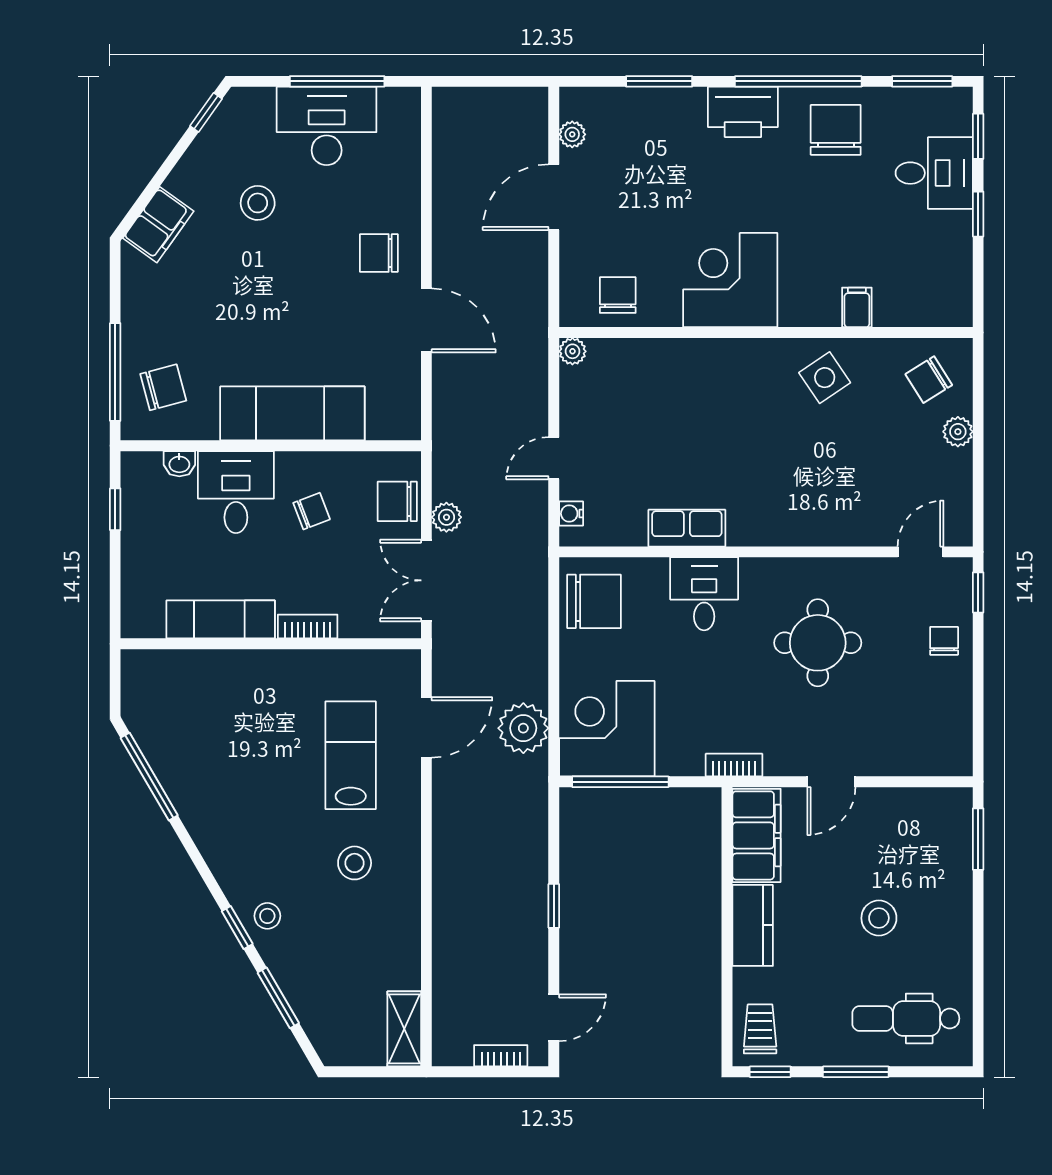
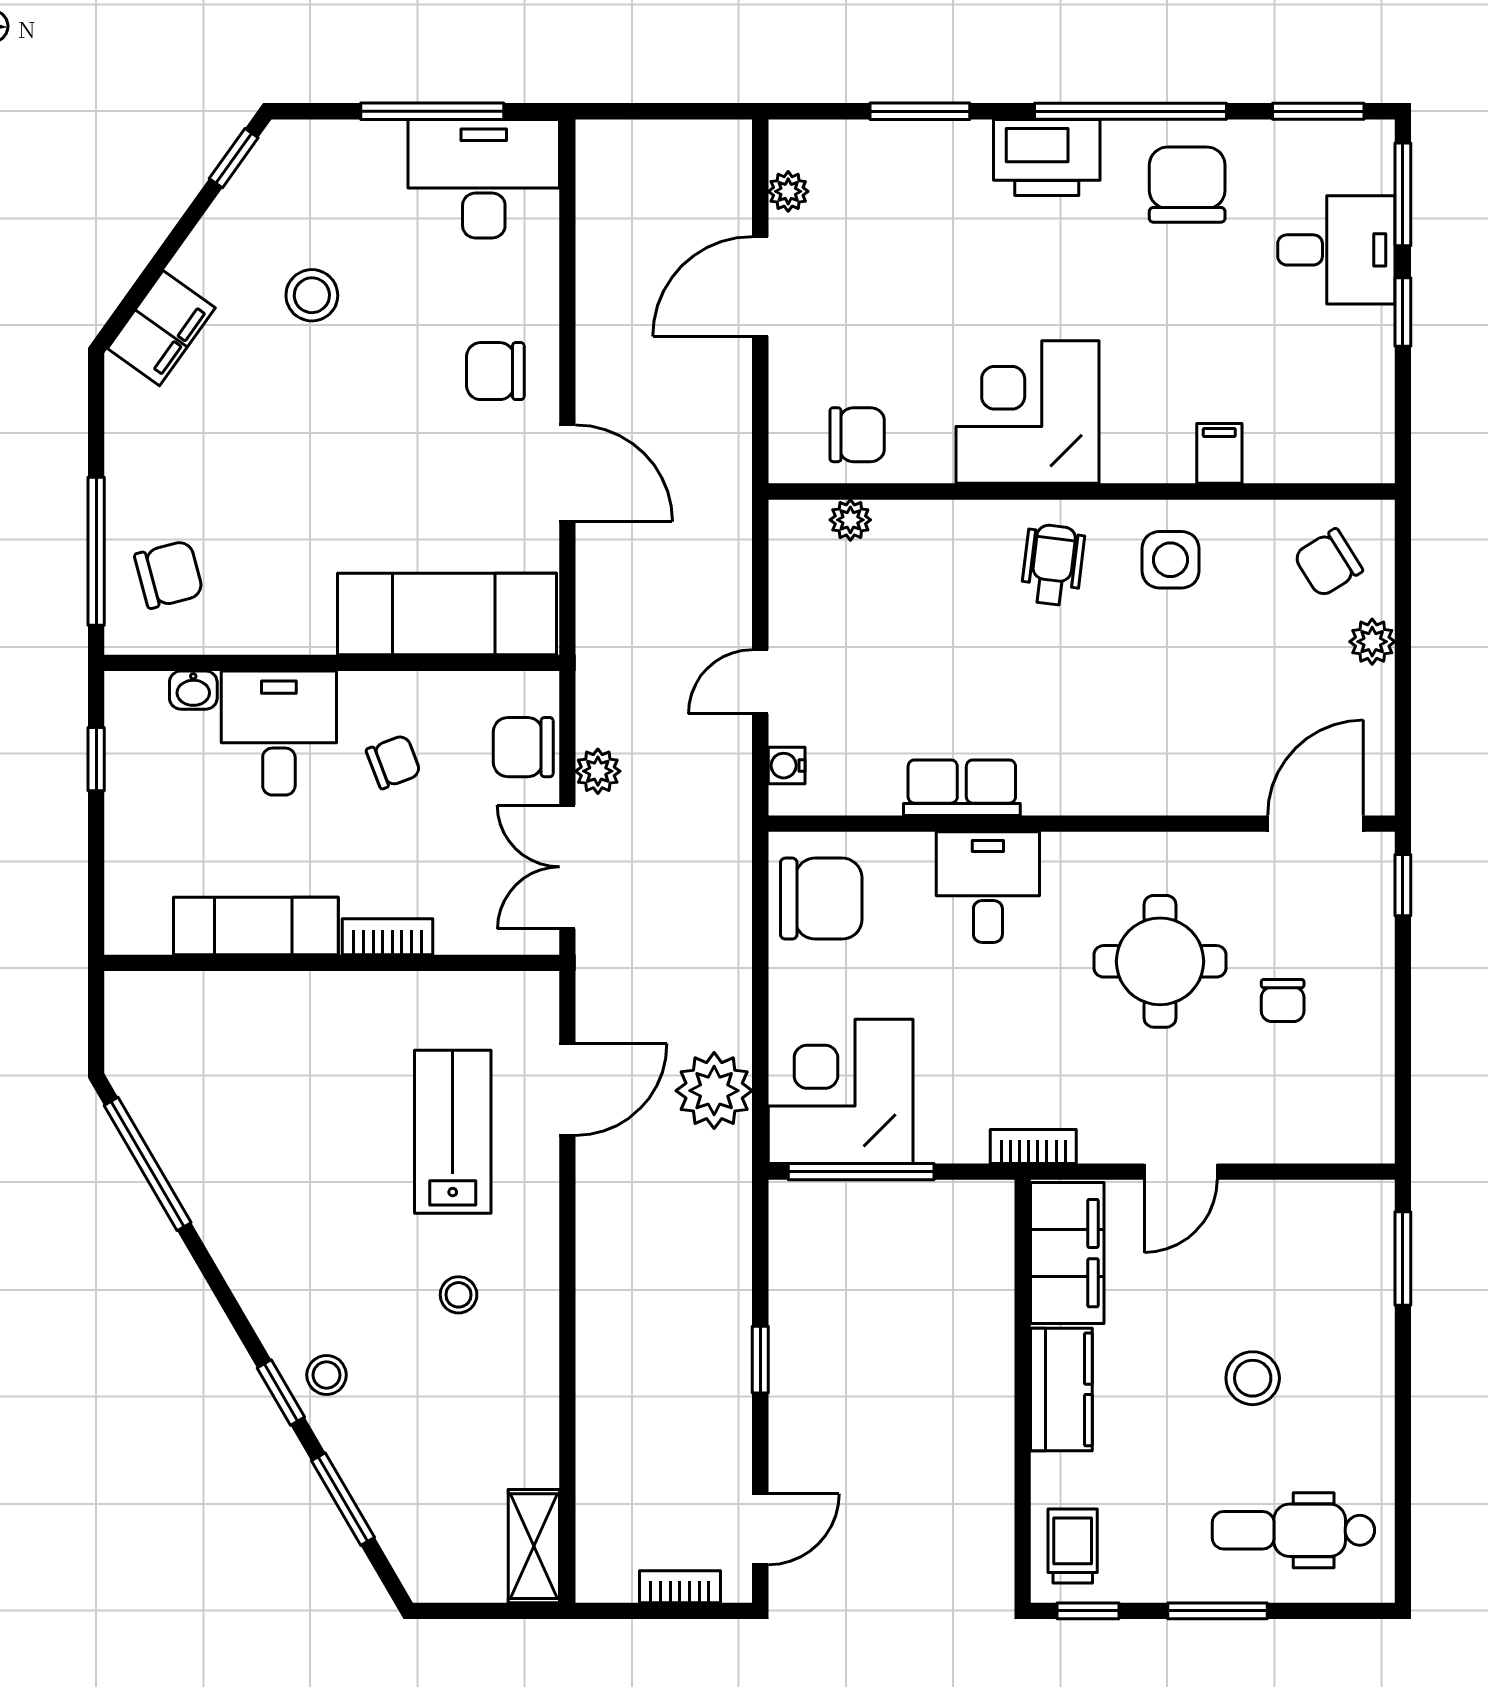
desk: (327, 126) -> (484, 179), moved
window: (978, 136) -> (1403, 194), width x1.50
chair: (618, 295) -> (857, 435), turned 90
plant: (572, 351) -> (850, 520), moved
side table: (825, 378) -> (1170, 560), turned 34
wheelchair: (747, 381) -> (1053, 565), added
exam couch: (292, 413) -> (447, 614), moved
door: (920, 552) -> (1316, 824), width x1.38
chair: (944, 641) -> (1283, 1000), moved, turned 180
stool: (355, 863) -> (459, 1295), width x0.73, depth x0.73

